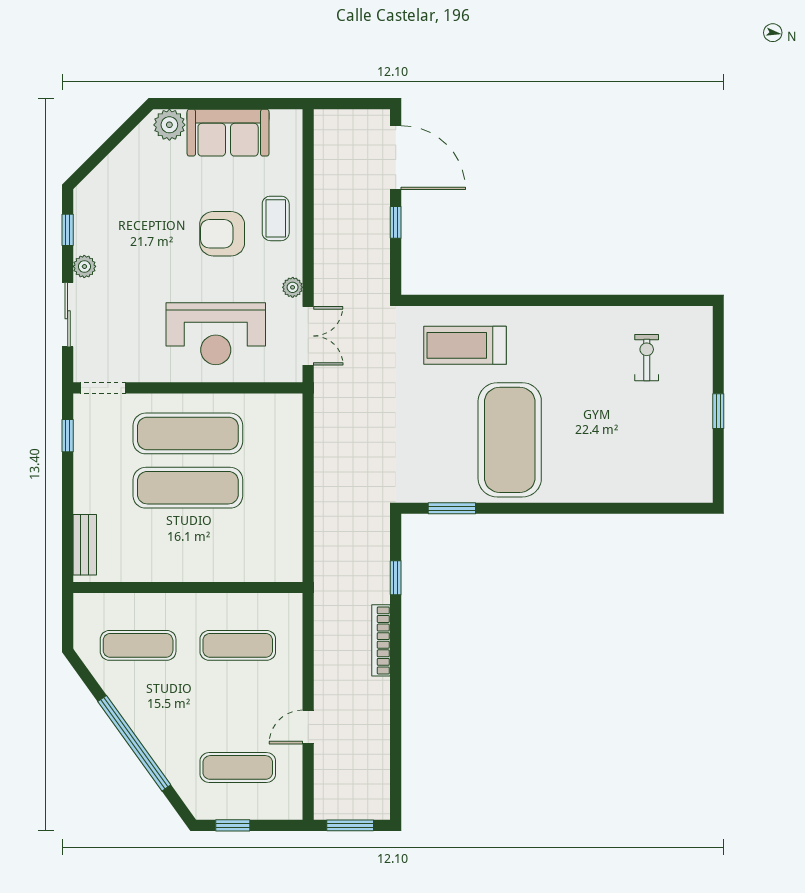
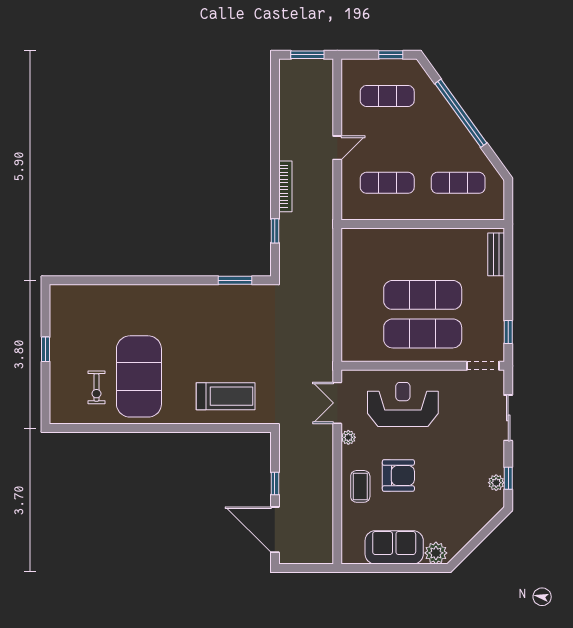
plant: (84, 266) -> (496, 483), moved
exercise mat: (510, 440) -> (139, 376), moved
door: (308, 727) -> (337, 148), moved

